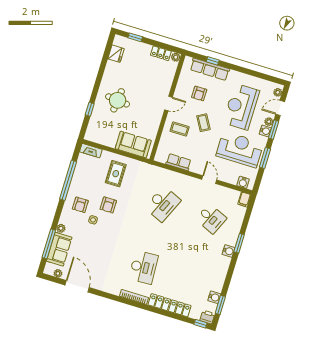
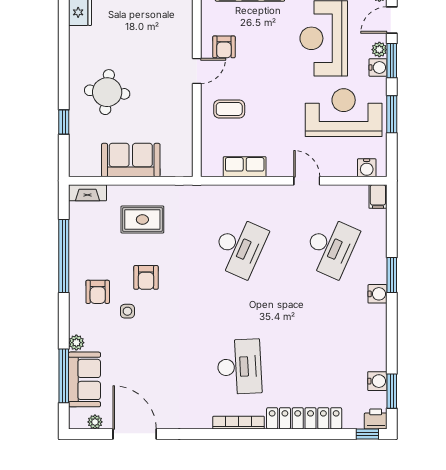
armchair: (199, 94) -> (224, 47), moved
coffee table: (203, 123) -> (267, 86), removed
sofa: (133, 144) -> (131, 160), moved
rug: (116, 174) -> (142, 220), turned 90
desk: (211, 219) -> (331, 247), width x1.37

